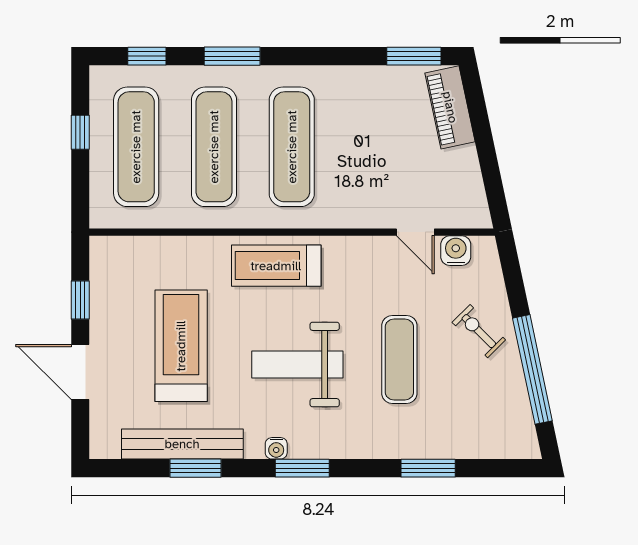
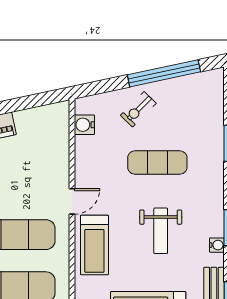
door: (415, 232) -> (72, 201), moved
weight bench: (297, 365) -> (161, 231), width x0.73, depth x0.75

